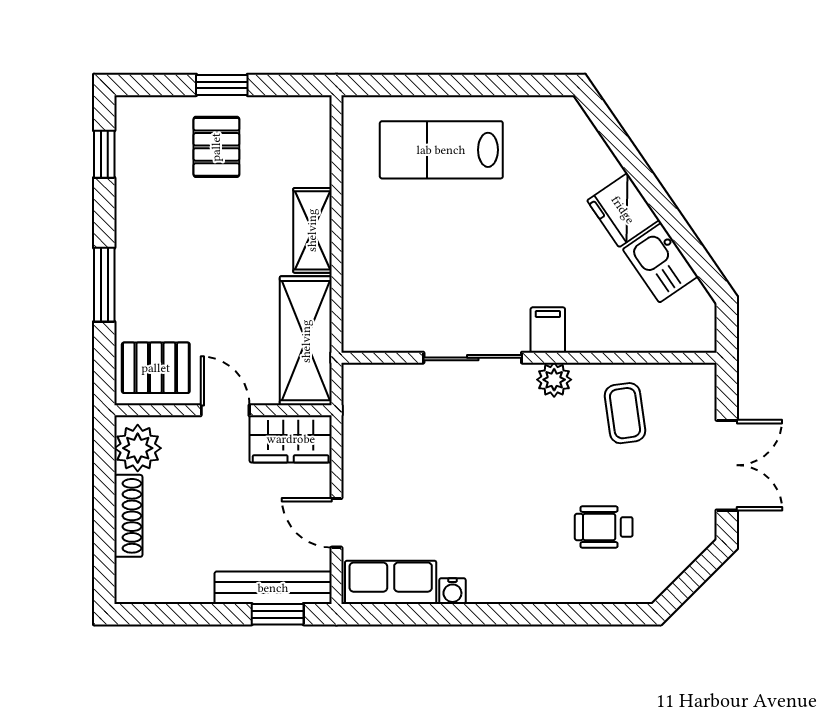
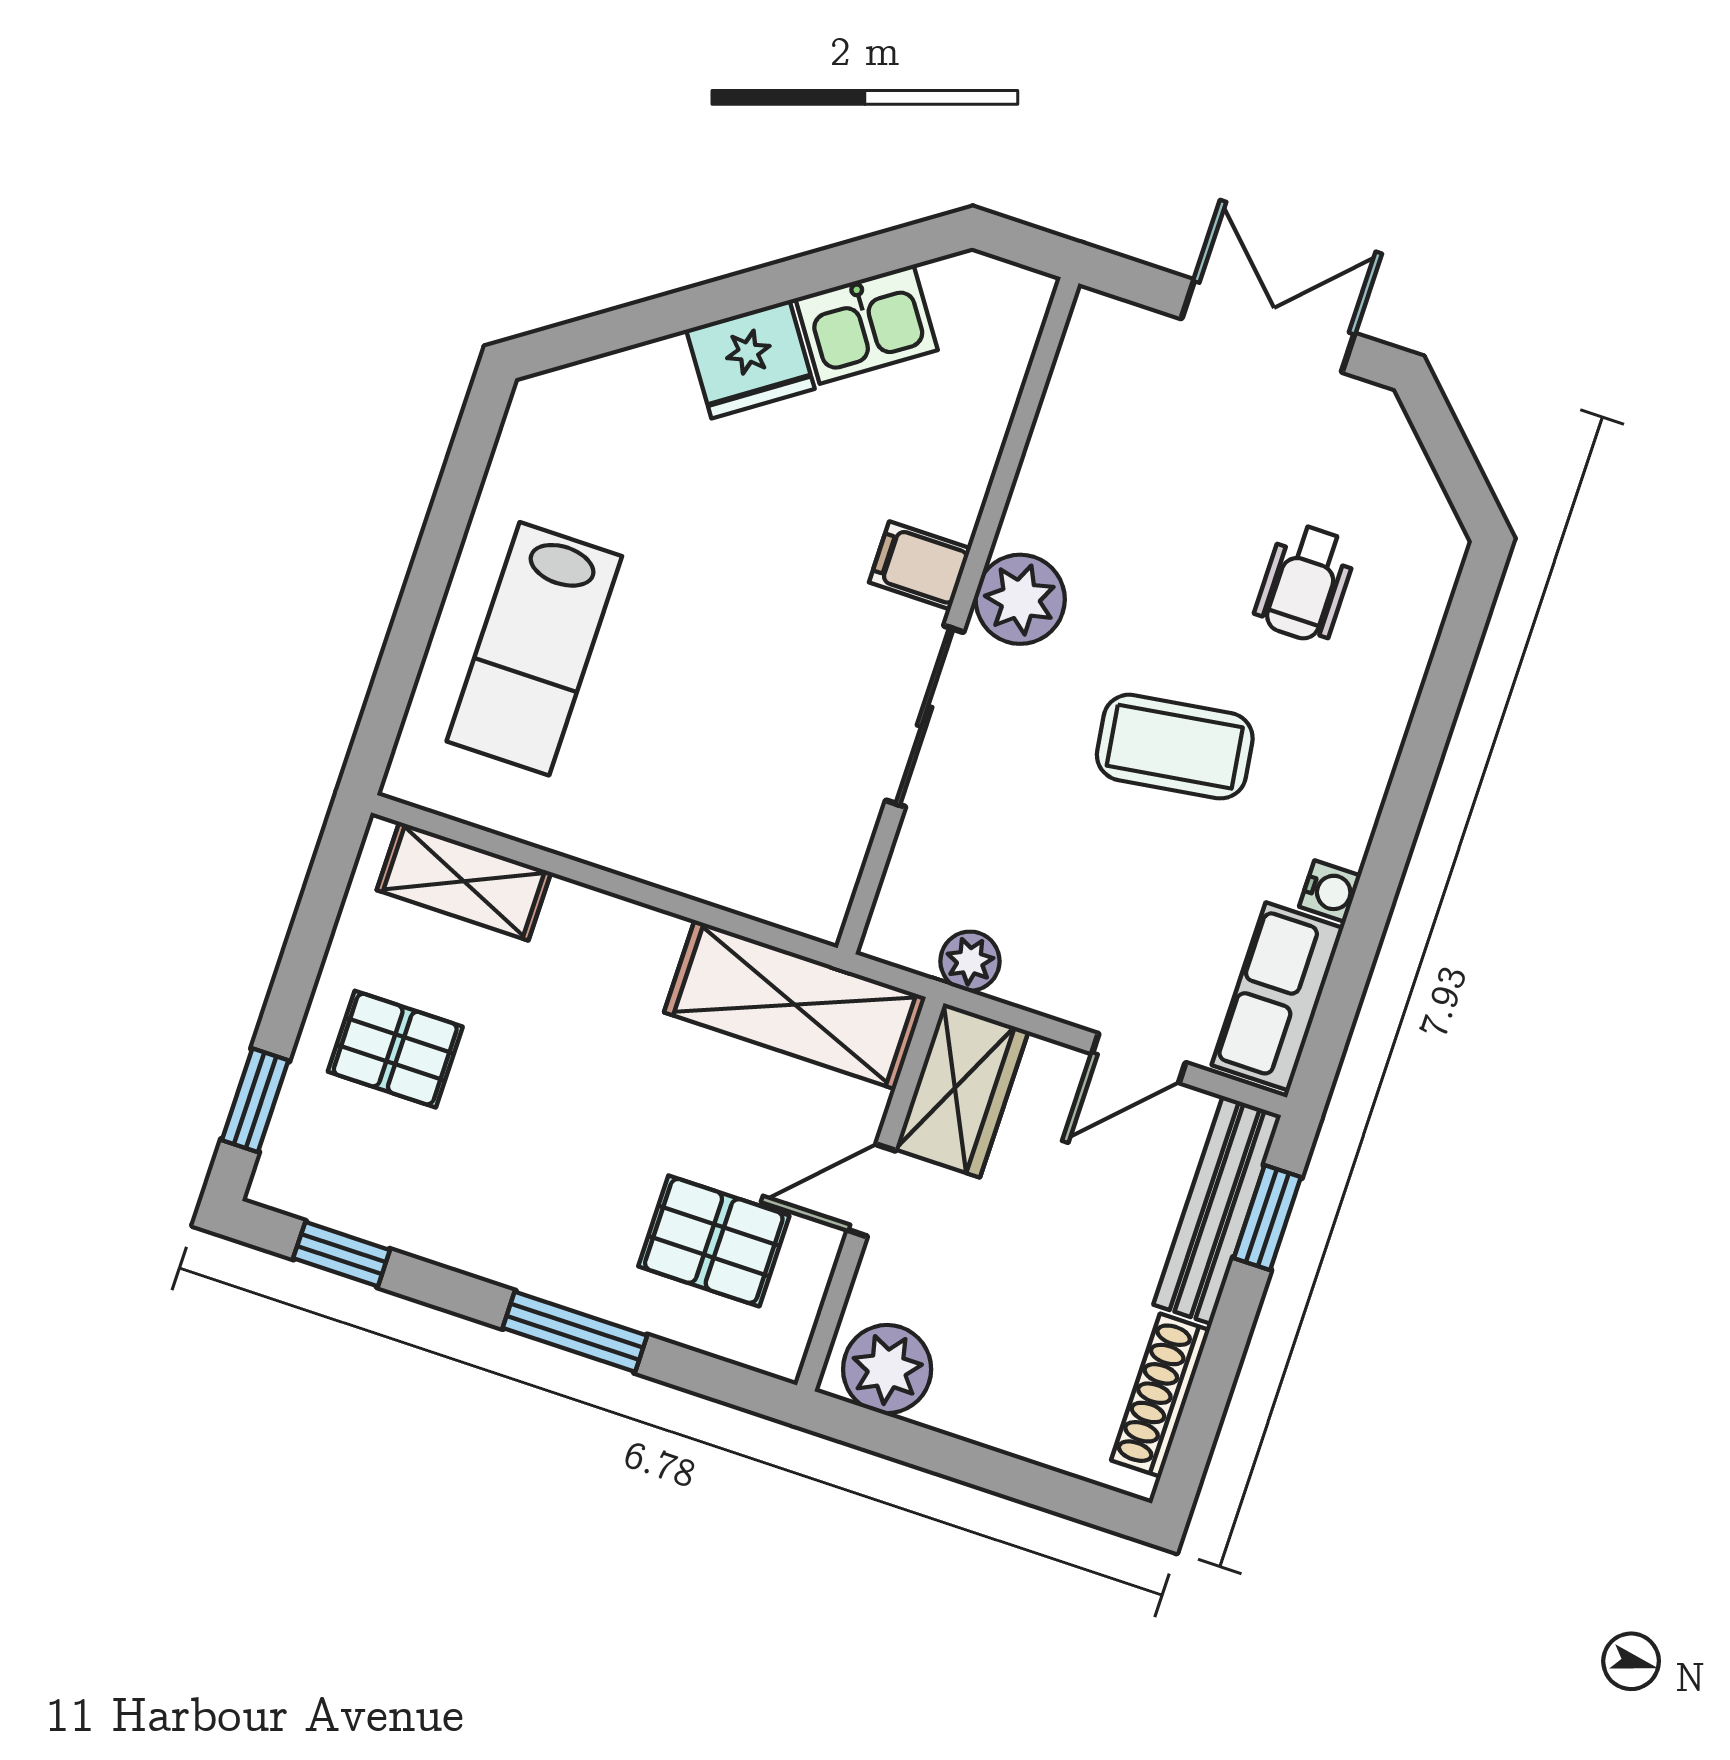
window: (222, 85) -> (255, 1100), moved
shelving: (312, 230) -> (464, 881), moved
pallet: (156, 368) -> (714, 1241), moved, turned 90
plant: (554, 380) -> (1020, 599), width x1.38, depth x1.38
coffee table: (625, 413) -> (1175, 747), moved, width x1.36, depth x1.30
plant: (357, 422) -> (970, 961), added
shoe rack: (128, 516) -> (1160, 1395), moved, turned -90

